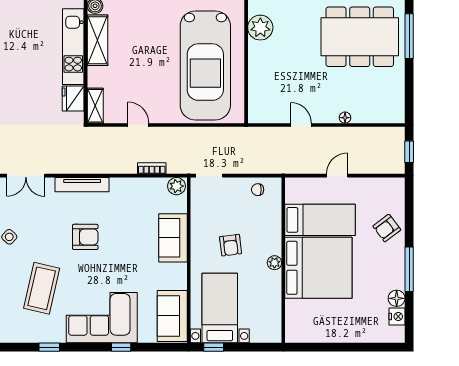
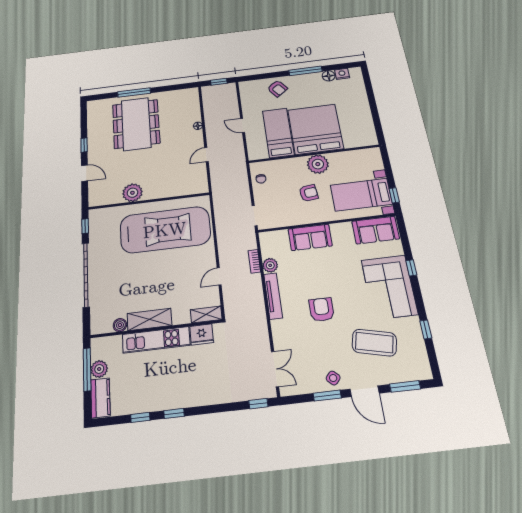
tv unit: (82, 185) -> (273, 296), moved
plant: (177, 186) -> (270, 265), moved
plant: (274, 263) -> (318, 164), width x1.88, depth x1.88

